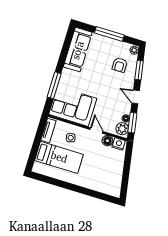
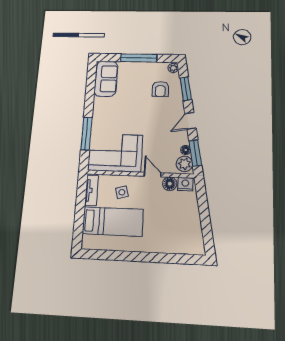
sofa: (78, 50) -> (106, 79), width x0.73
door: (136, 97) -> (190, 121), hinge flipped

